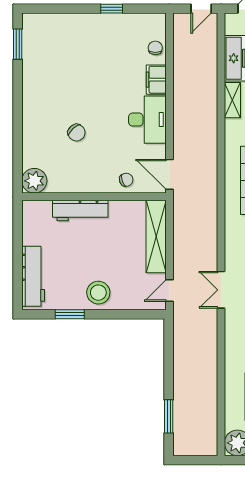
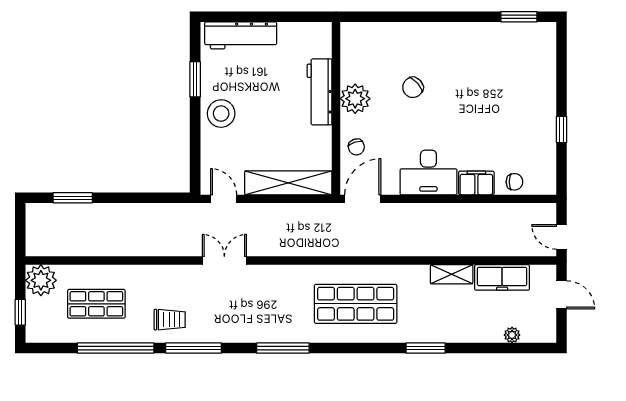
plant: (34, 181) -> (355, 99), moved

